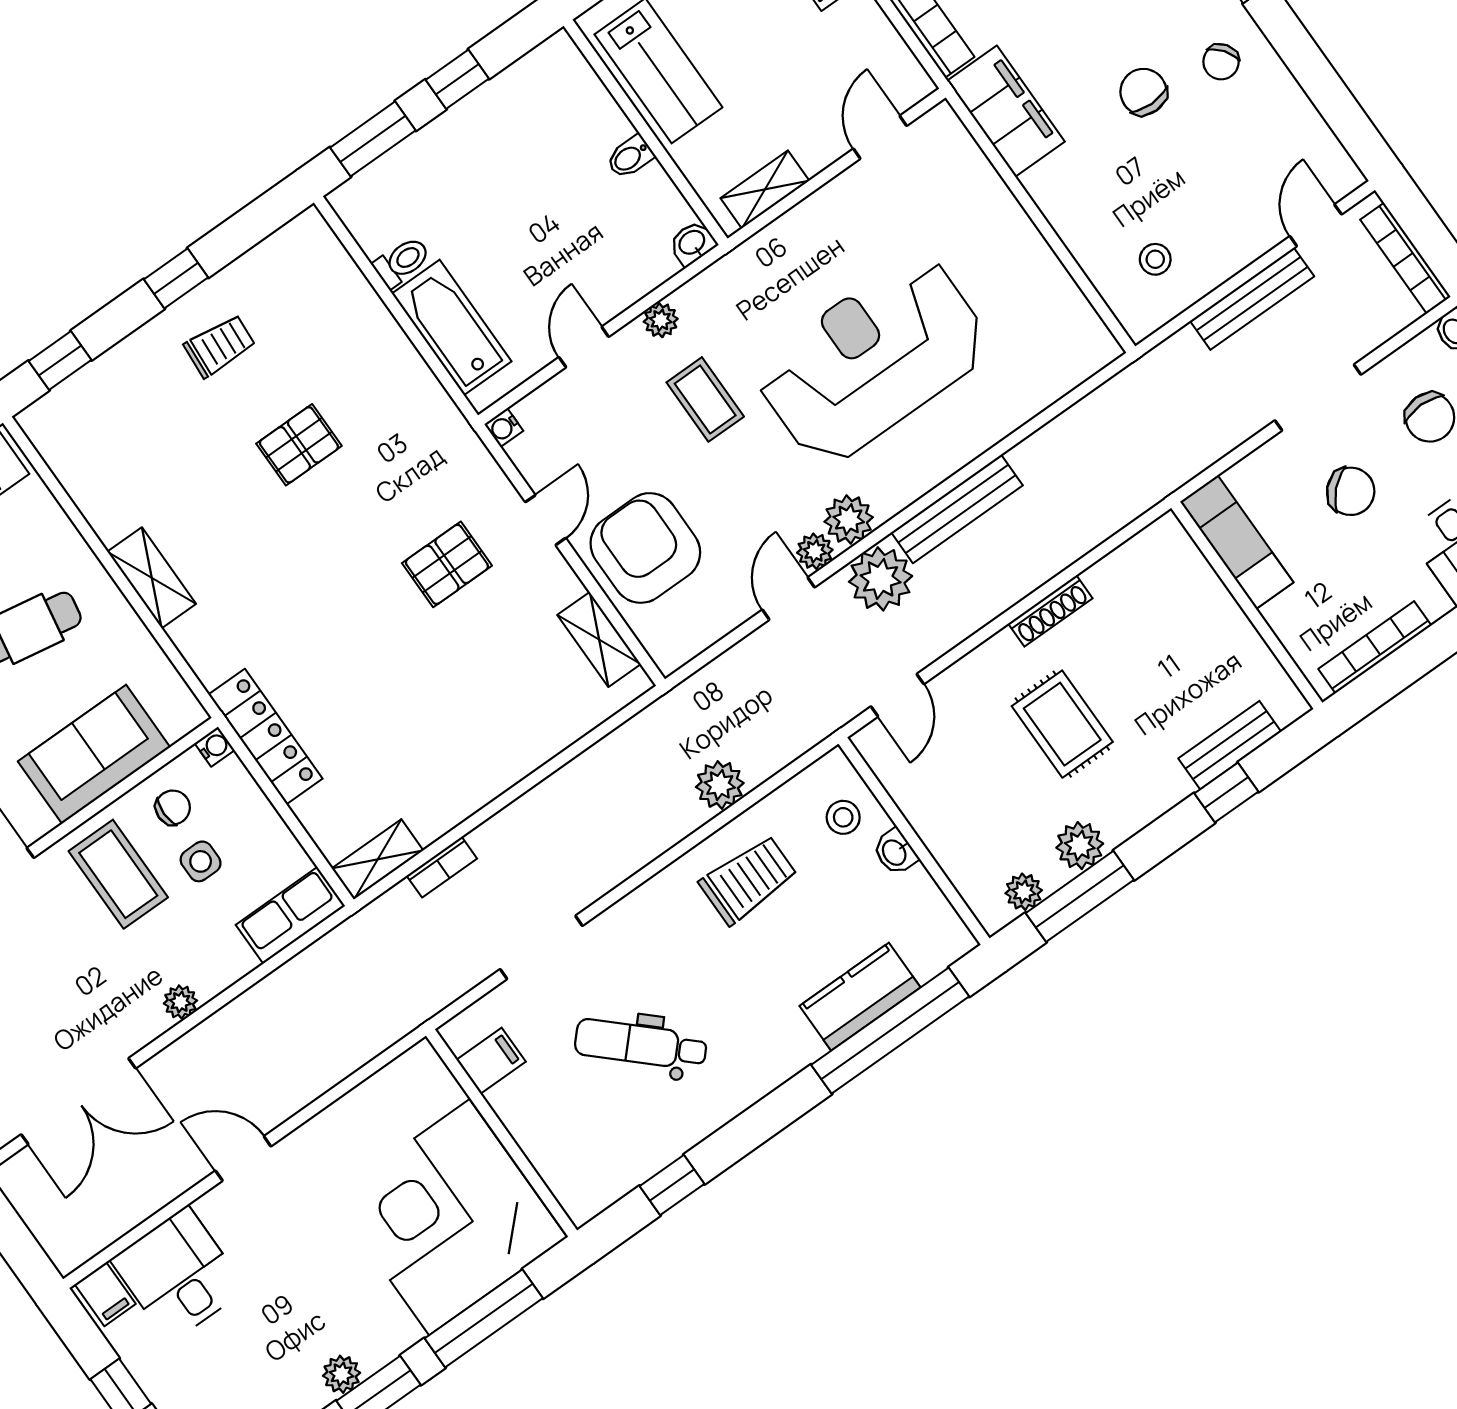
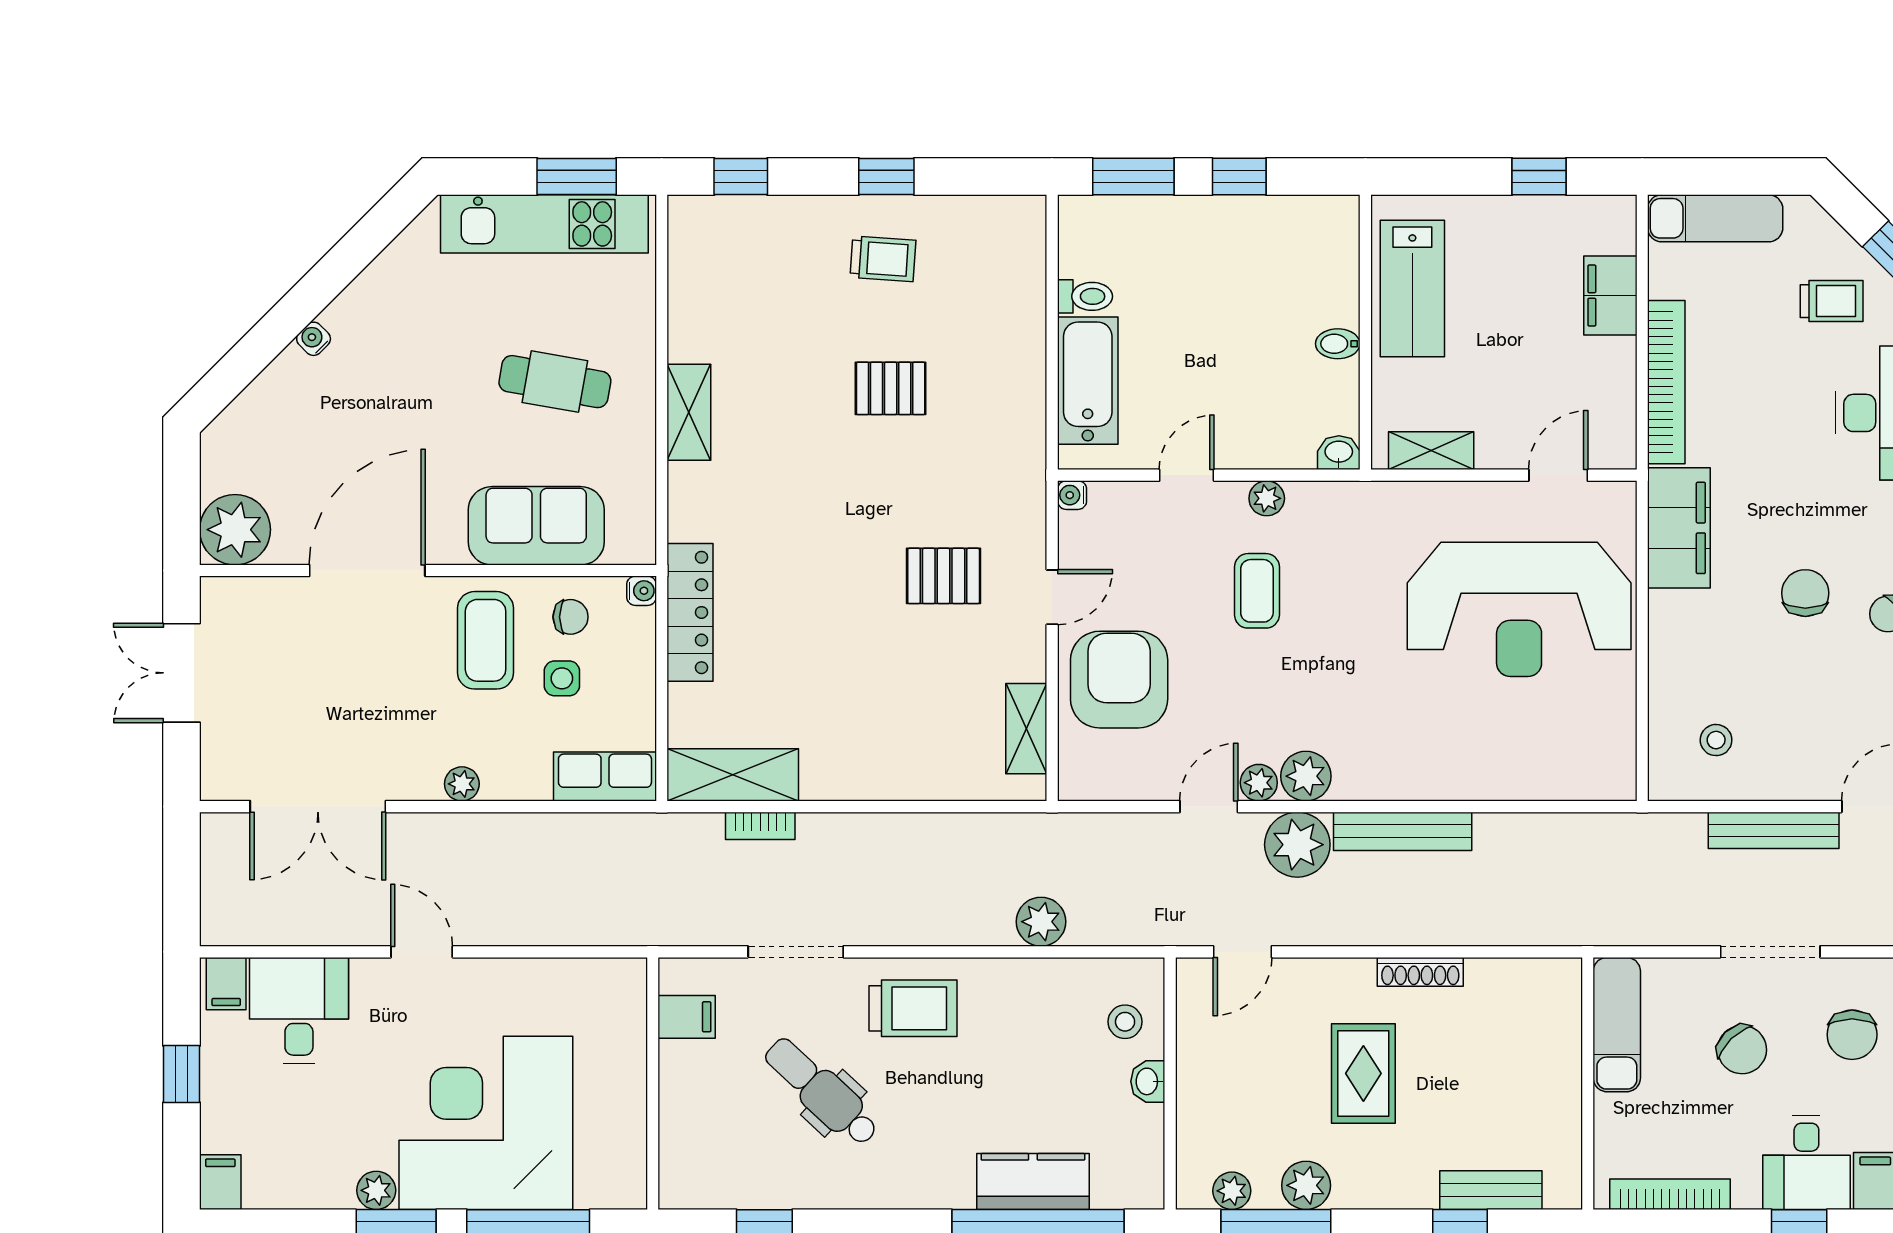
reception desk: (872, 359) -> (1519, 609), moved, turned 180
shelving: (378, 859) -> (733, 775), width x1.50, depth x1.33
trolley: (748, 880) -> (913, 1008), moved
corner desk: (449, 1217) -> (486, 1123), moved

